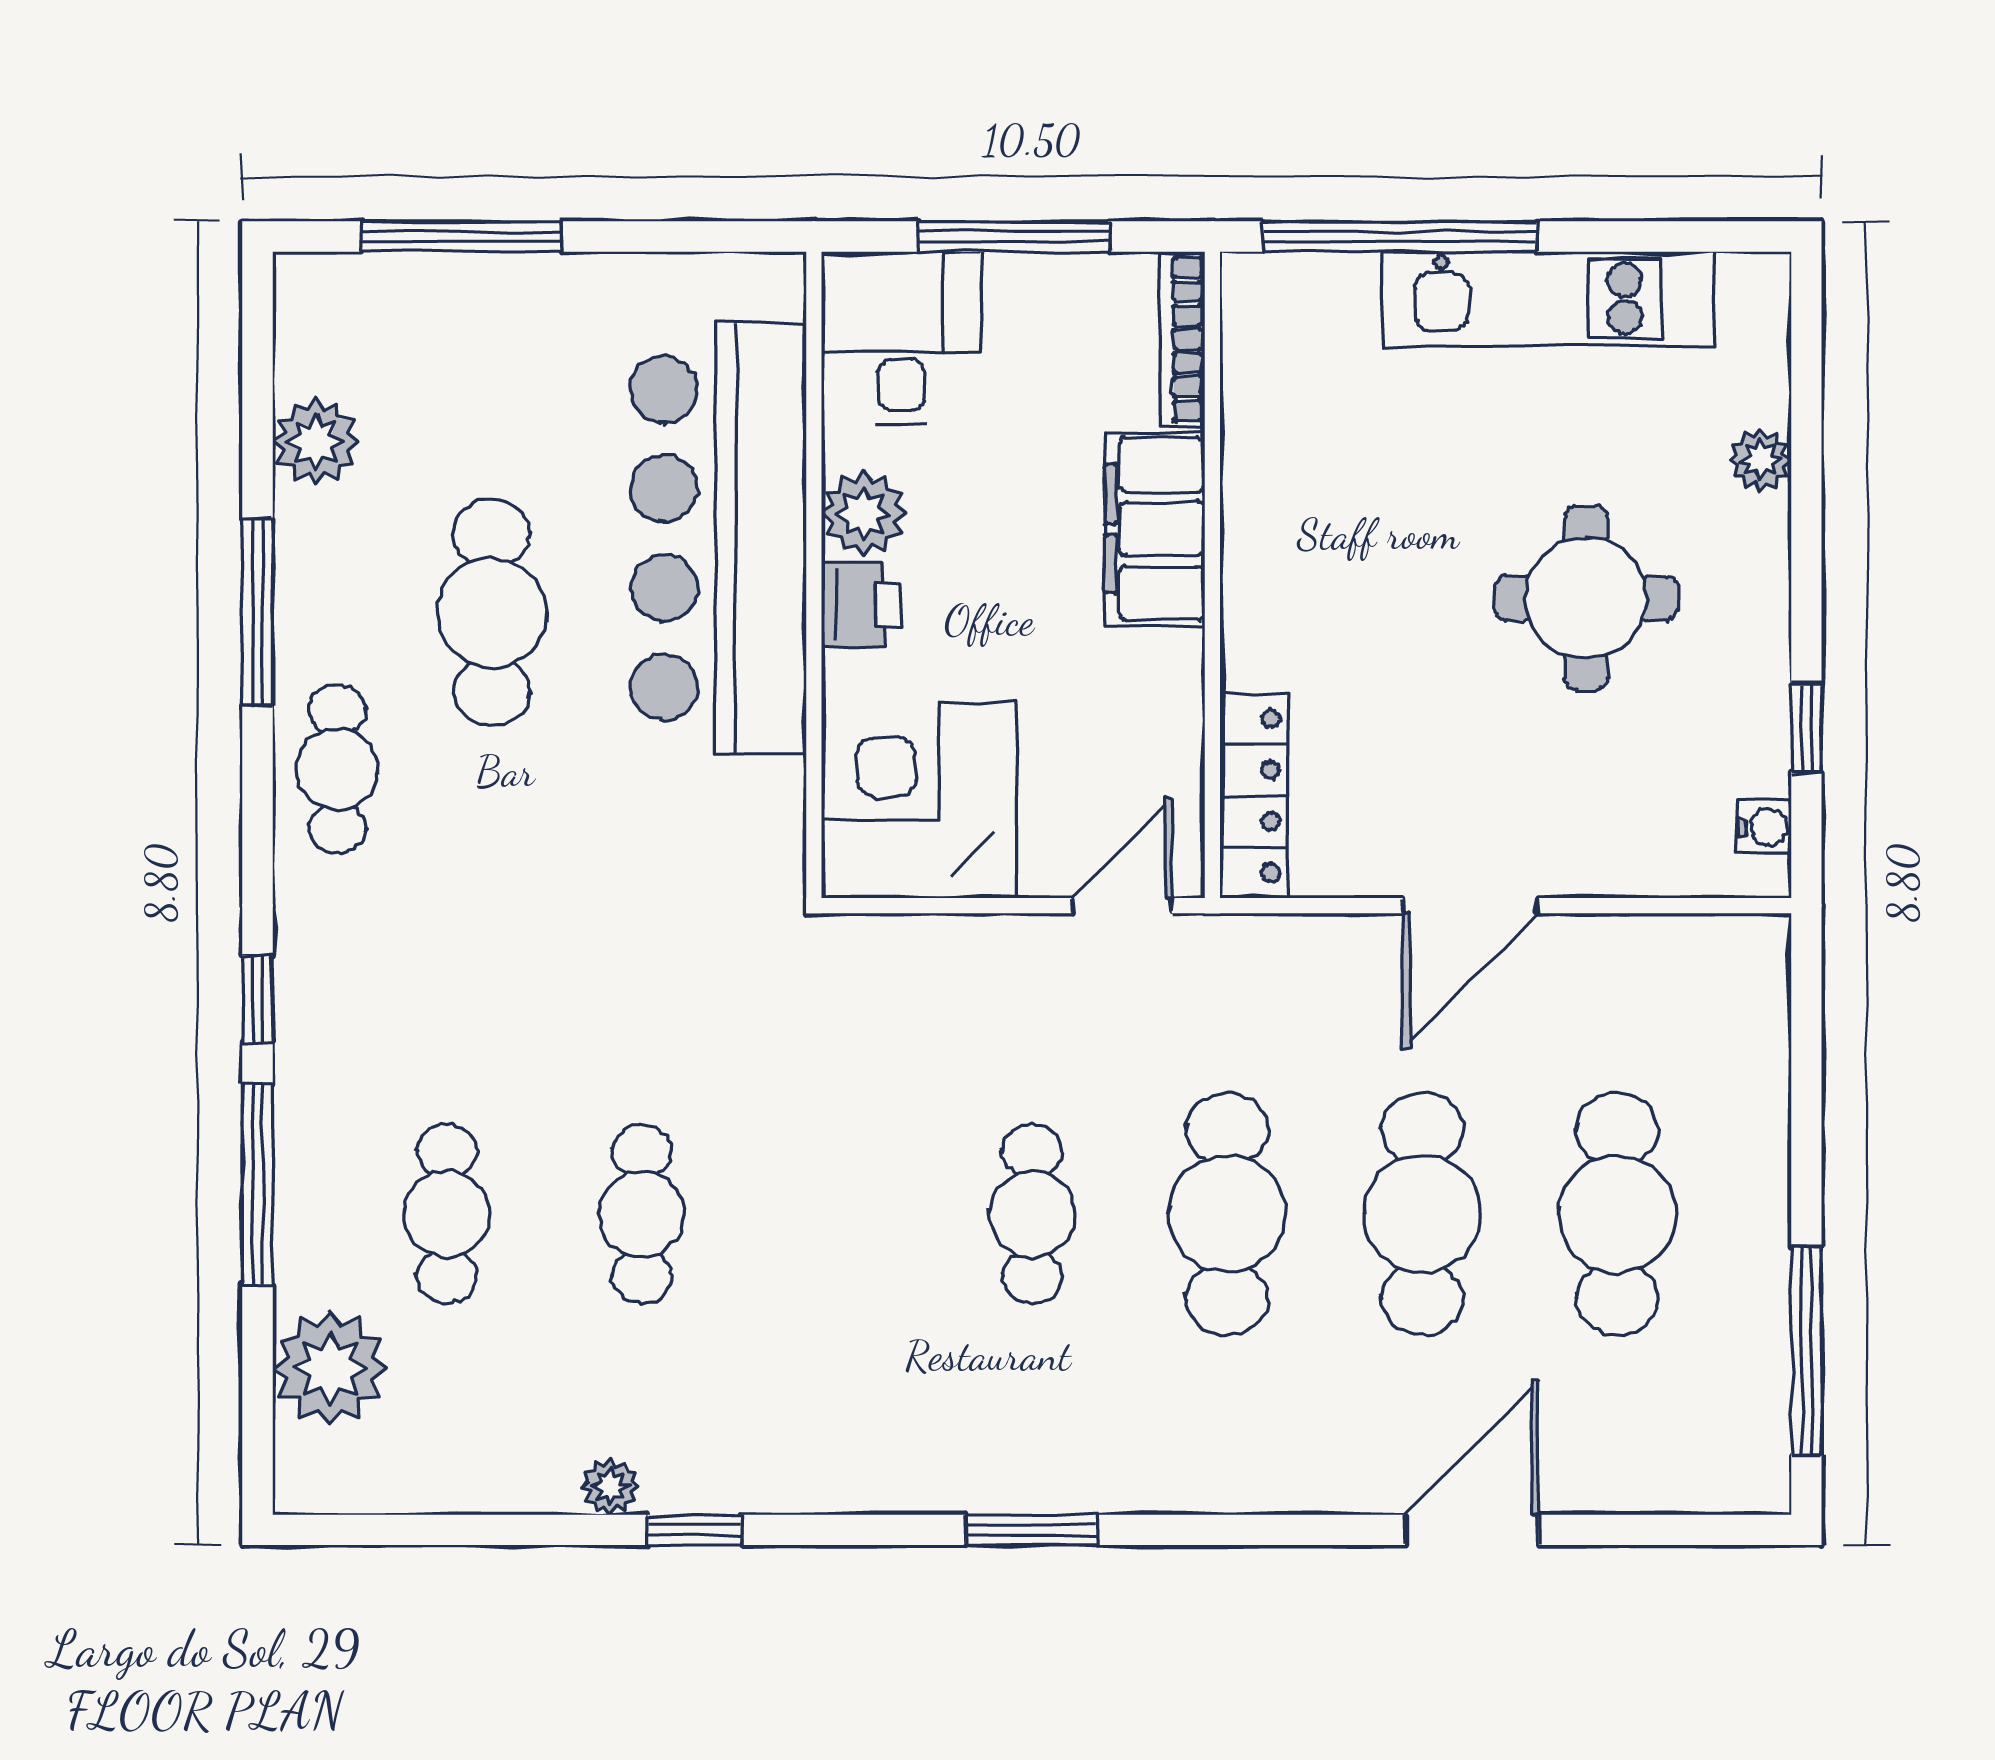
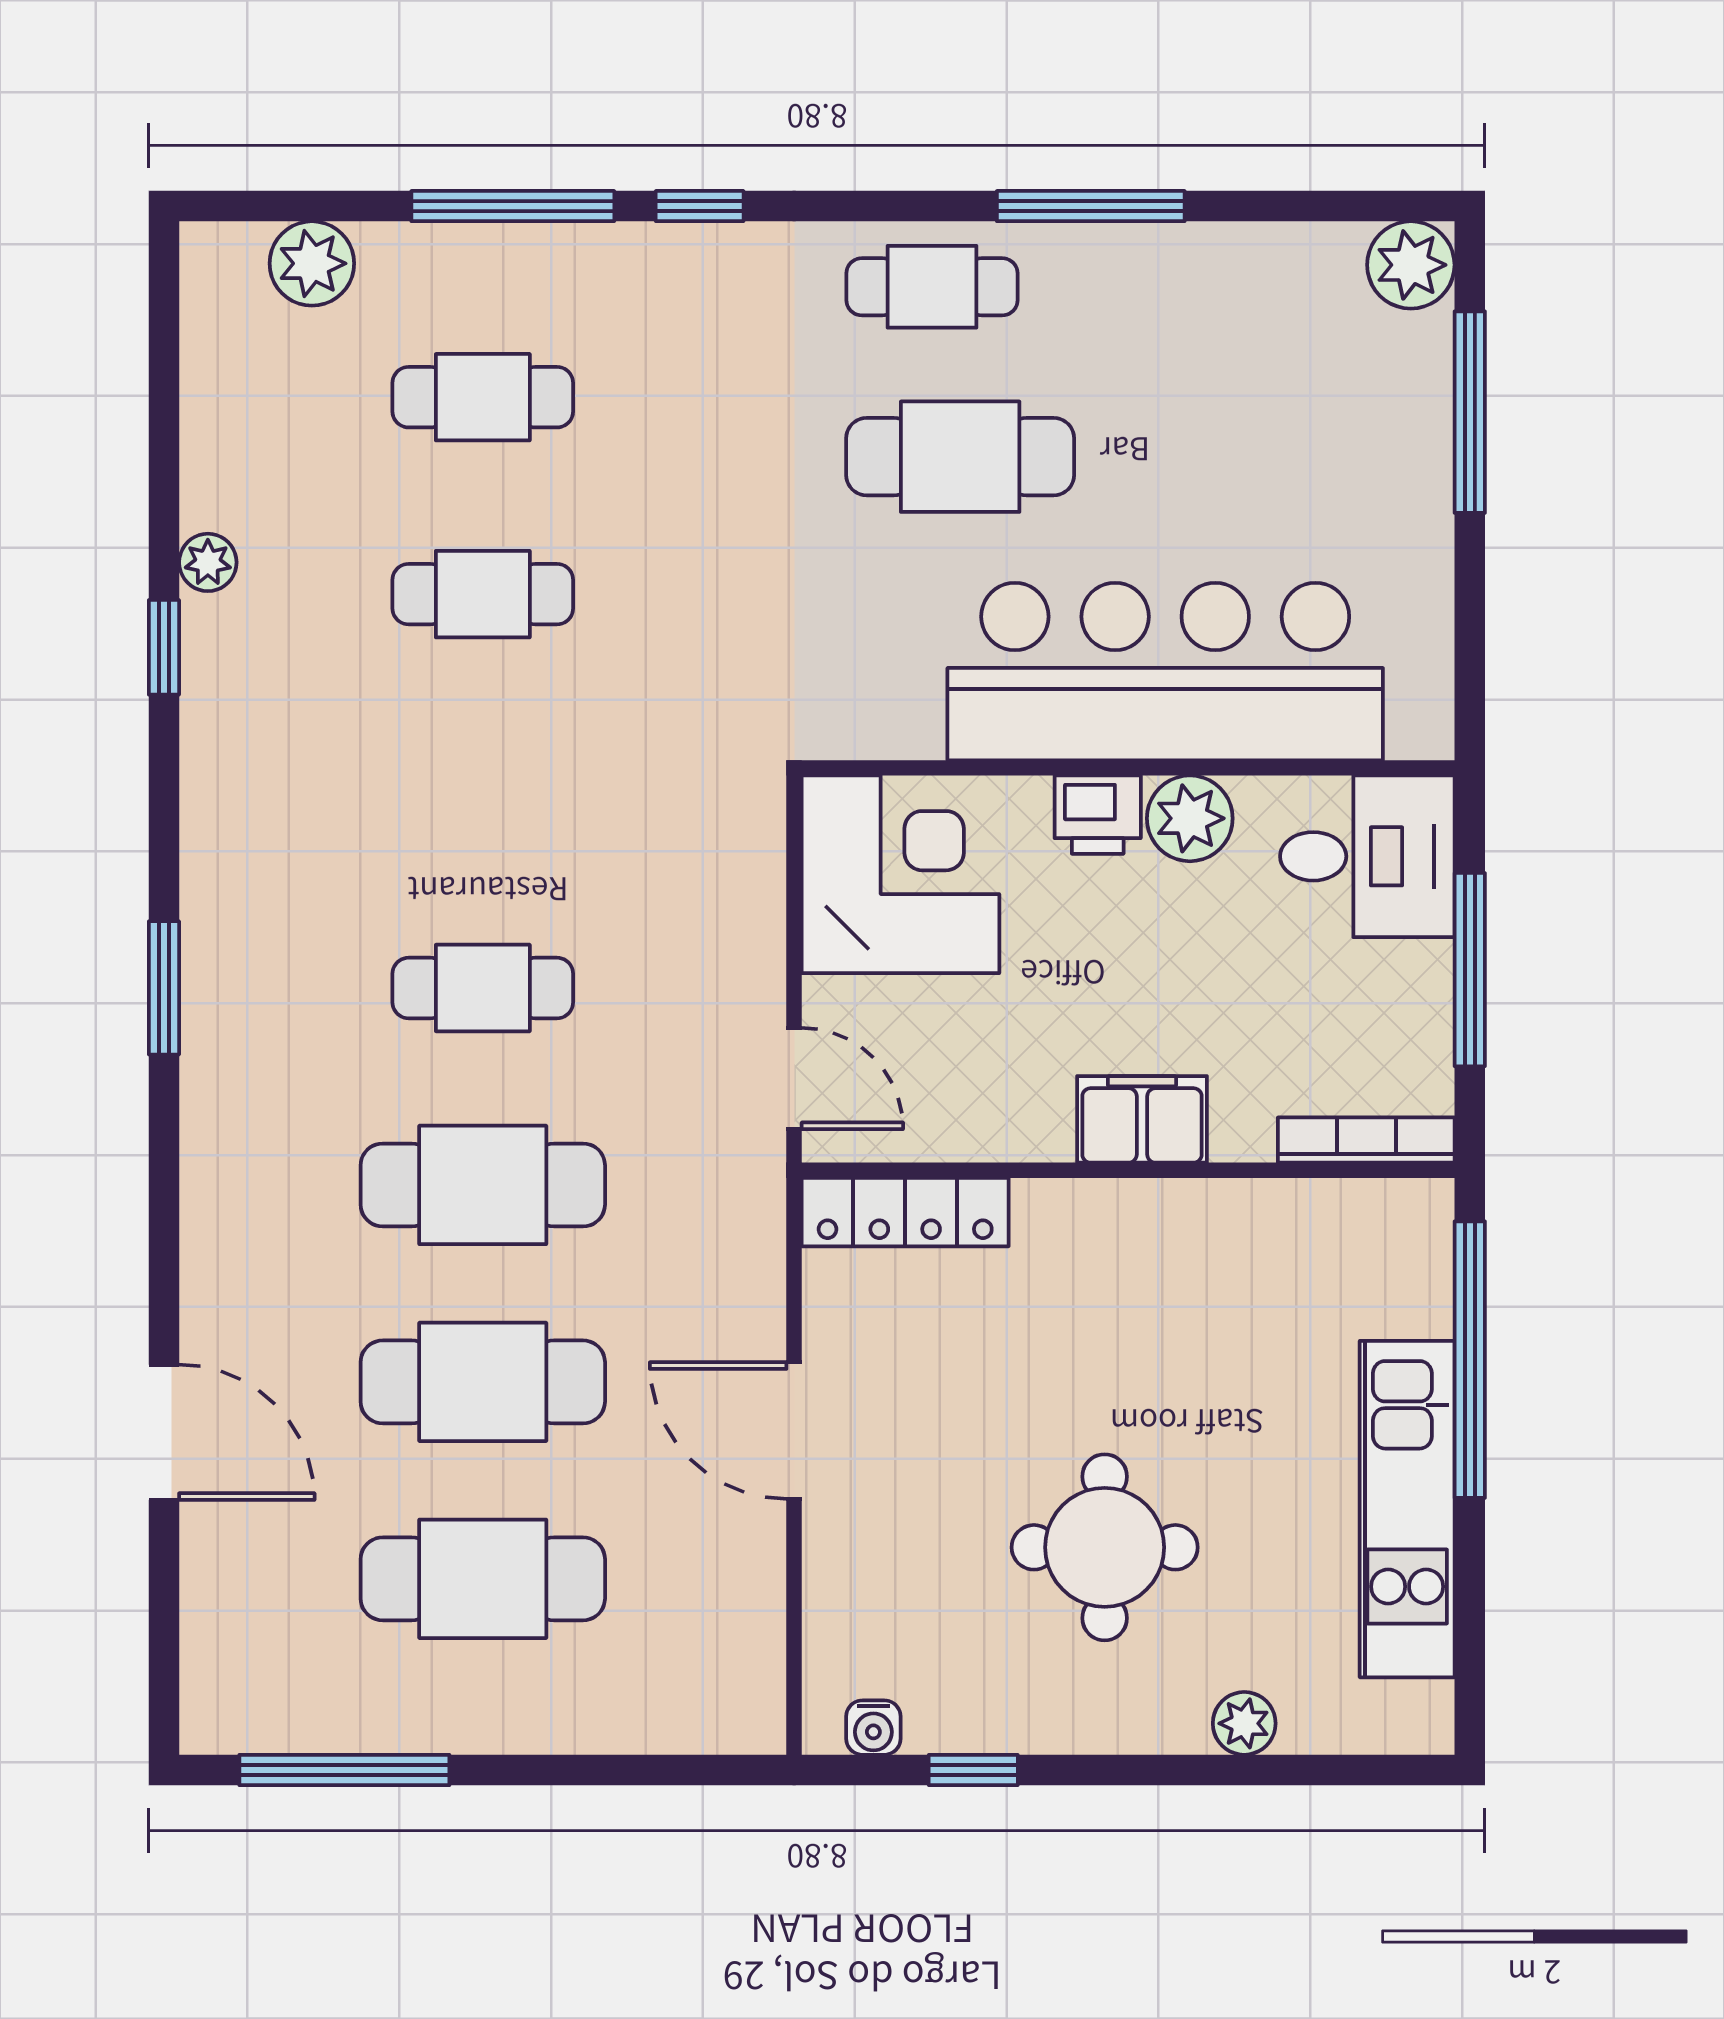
plant: (316, 442) -> (1411, 265), moved
filing cabinet: (1155, 529) -> (1142, 1119), width x0.67, depth x0.86
cafe table: (492, 613) -> (960, 457), moved
plant: (330, 1368) -> (312, 263), width x0.73, depth x0.73

